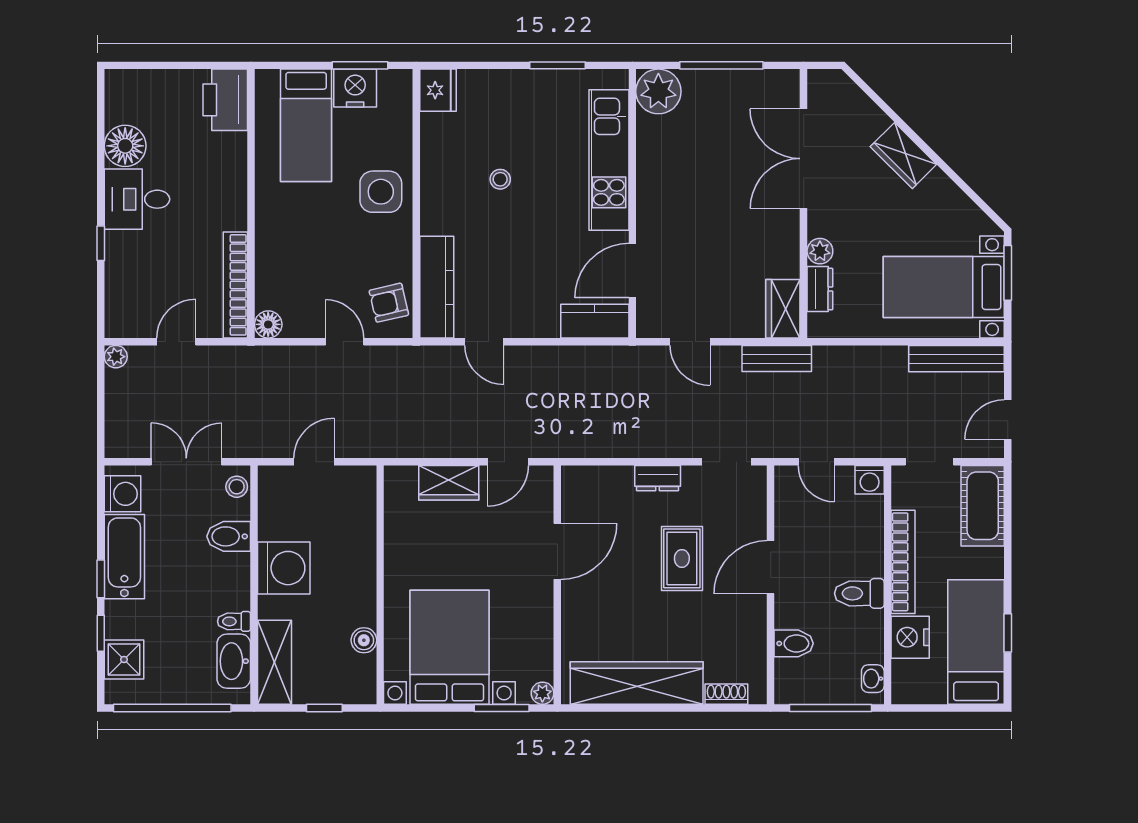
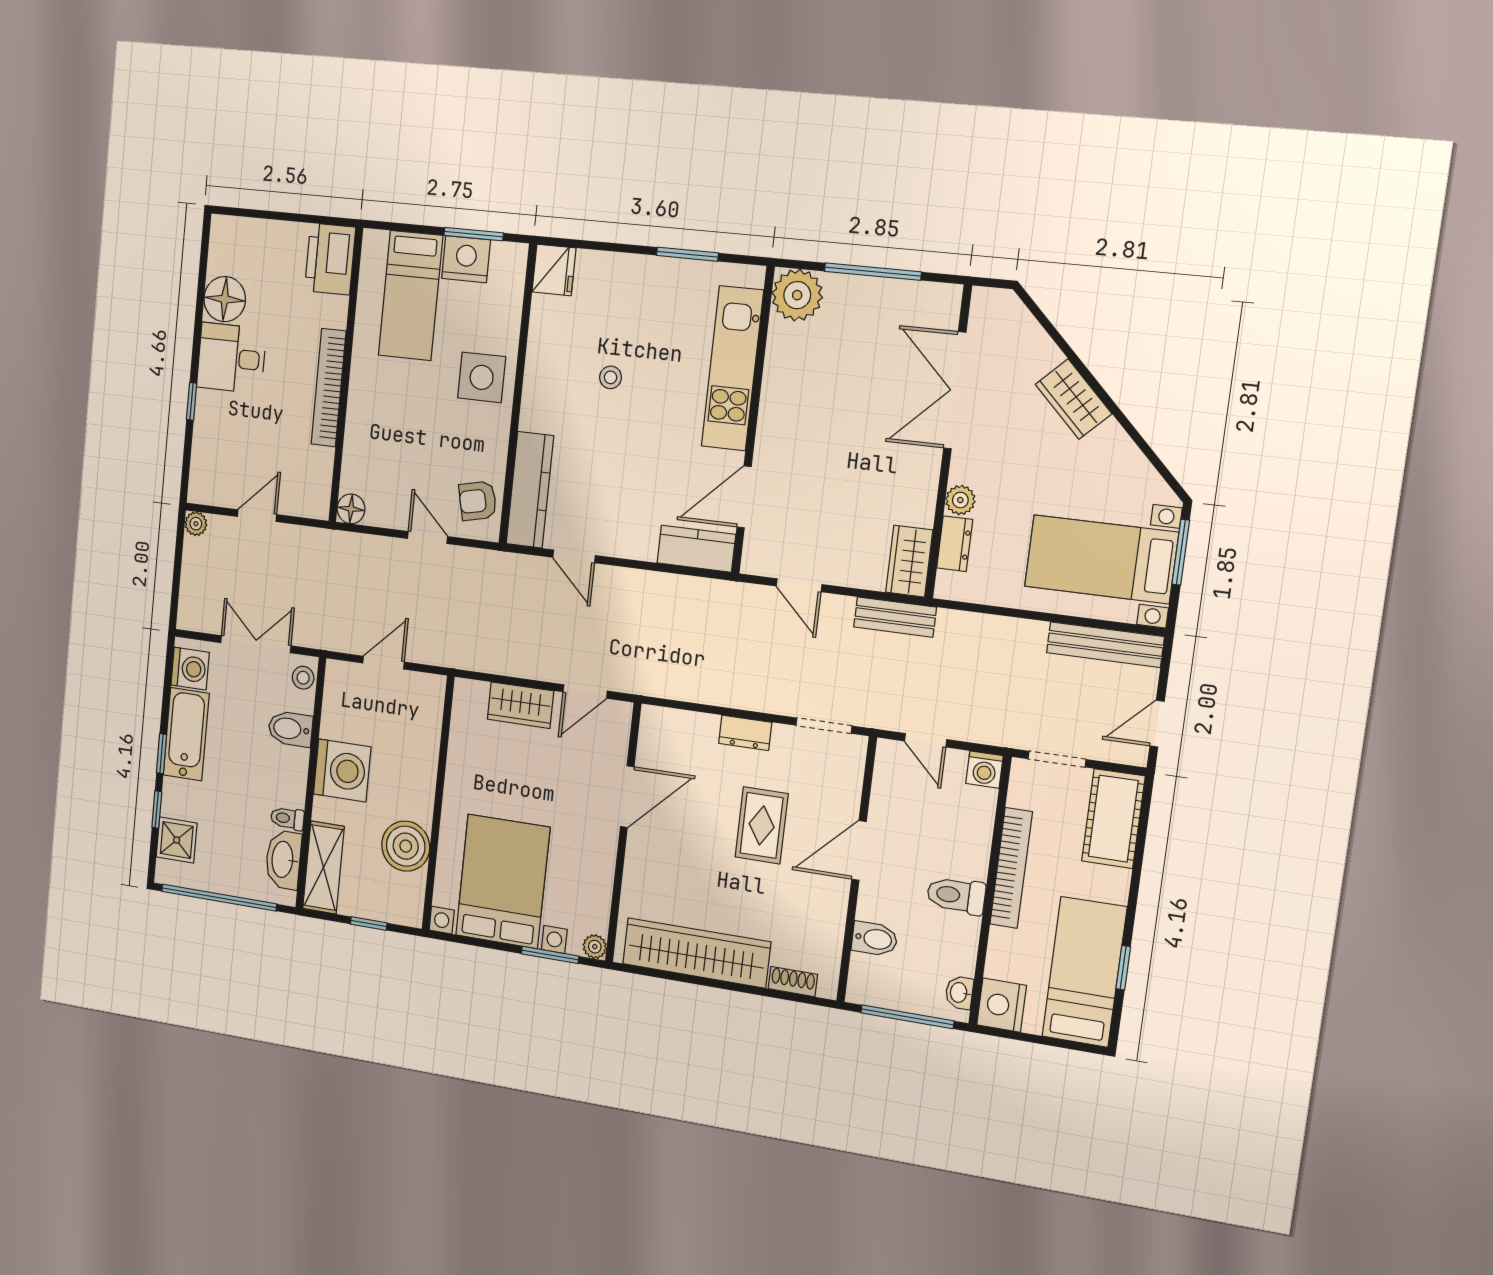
bookcase: (235, 285) -> (329, 388), moved
nightstand: (910, 637) -> (1002, 1005), moved
boiler: (364, 640) -> (406, 846), width x1.86, depth x1.86

